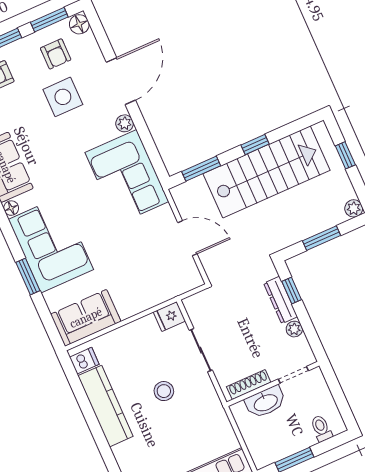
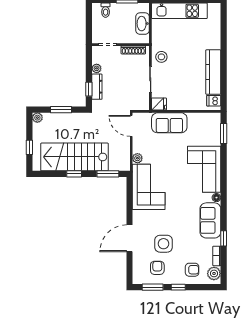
floor lamp: (79, 24) -> (138, 278), removed
plant: (125, 123) -> (137, 158), moved
door: (187, 238) -> (131, 126), moved
window: (28, 277) -> (224, 133), moved
sofa: (86, 318) -> (169, 123), moved
stool: (164, 391) -> (161, 57), moved
washbasin: (265, 402) -> (143, 24), moved, turned -90

